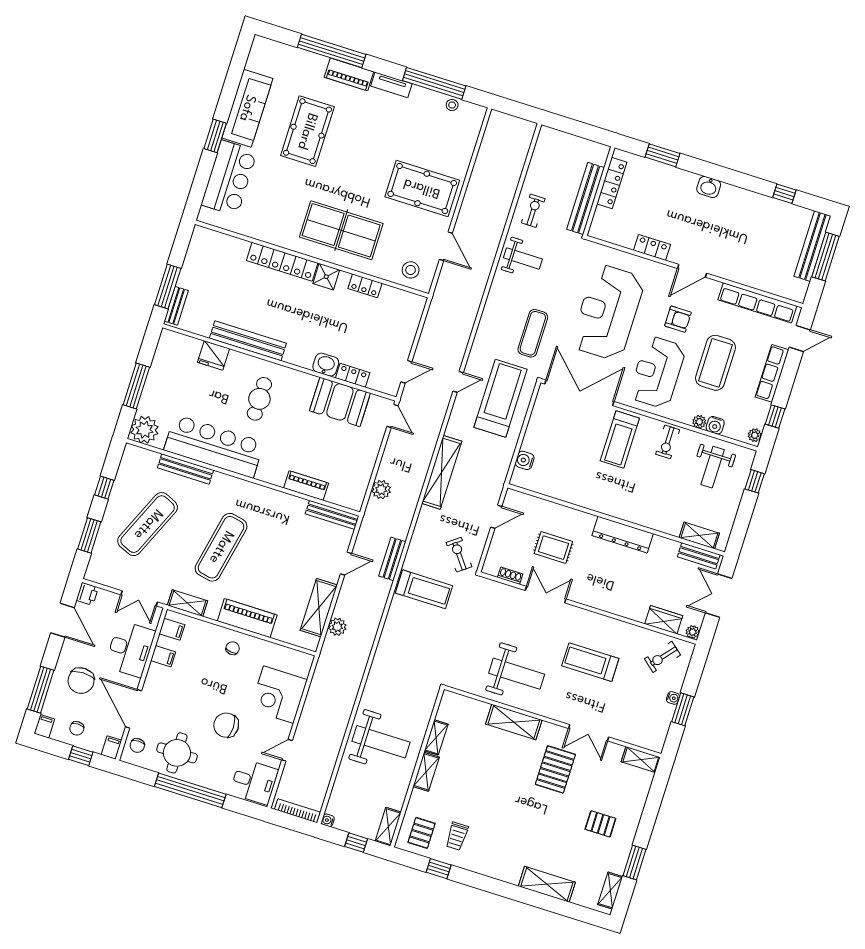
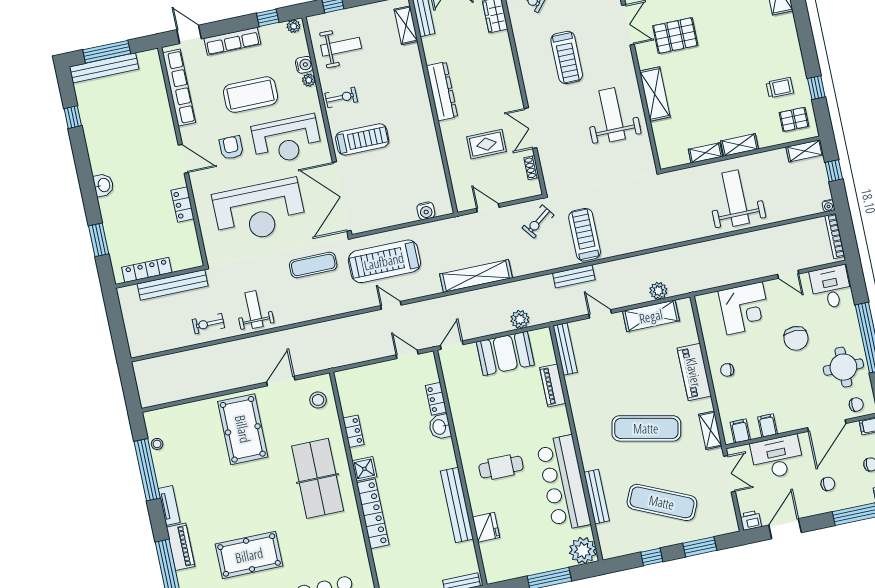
booth: (340, 402) -> (505, 353), moved, turned 90
rug: (553, 548) -> (487, 144), turned 90
chair: (81, 681) -> (828, 484), width x0.54, depth x0.54

